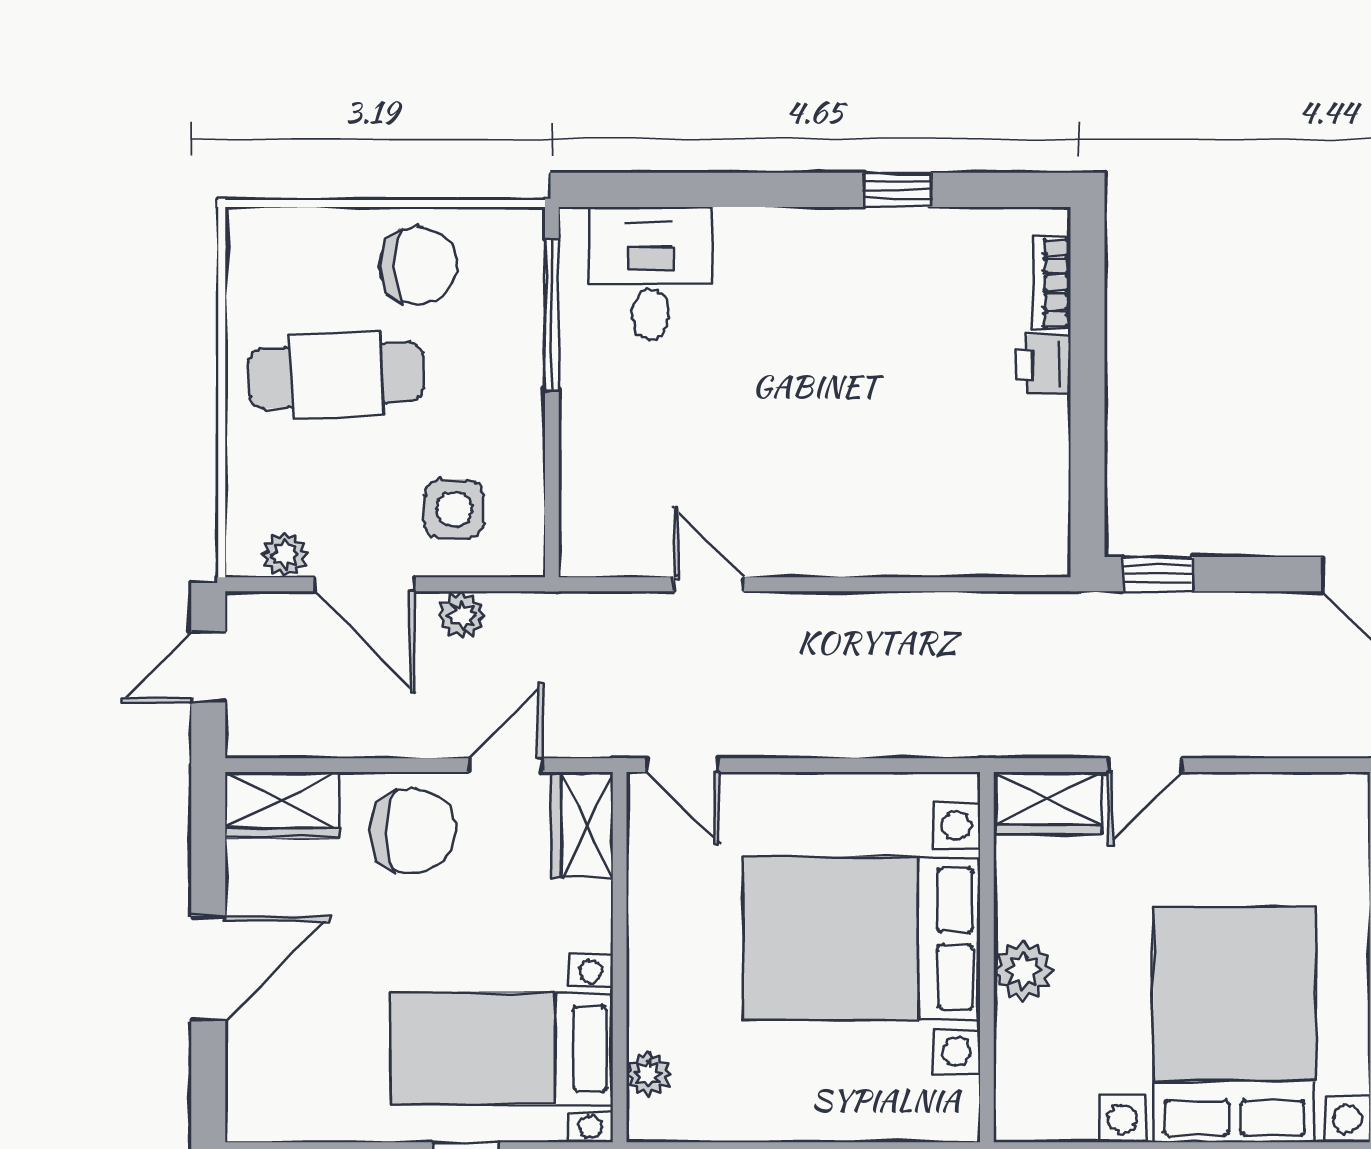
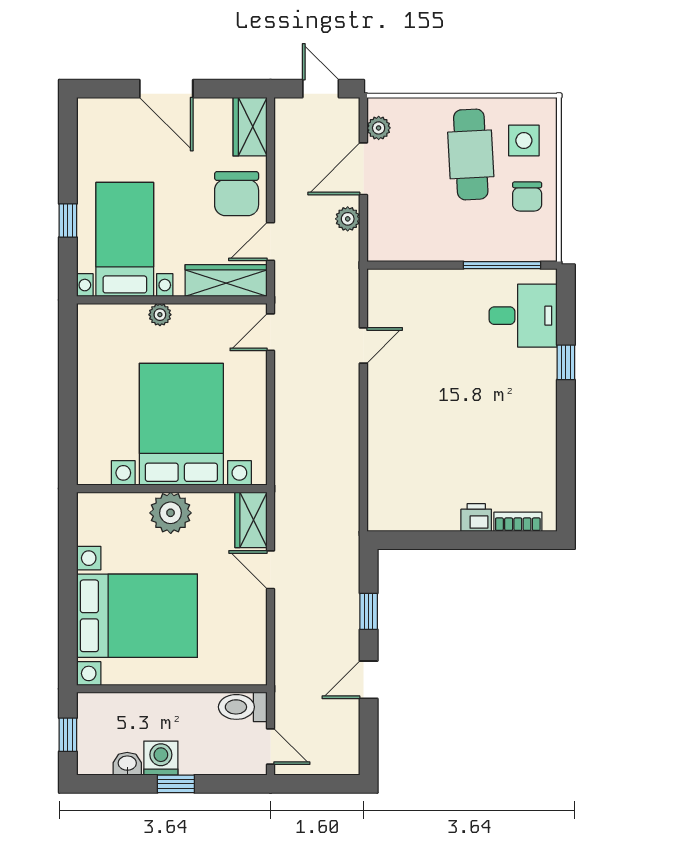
window: (898, 190) -> (566, 362), moved
chair: (418, 265) -> (527, 197), width x0.73, depth x0.73
side table: (454, 509) -> (524, 140), moved
window: (1158, 574) -> (369, 611), moved
door: (506, 765) -> (270, 241), swing flipped
wardrobe: (582, 825) -> (226, 281), width x1.50
plant: (1023, 970) -> (171, 513), width x1.36, depth x1.36
plant: (648, 1074) -> (160, 315), moved

